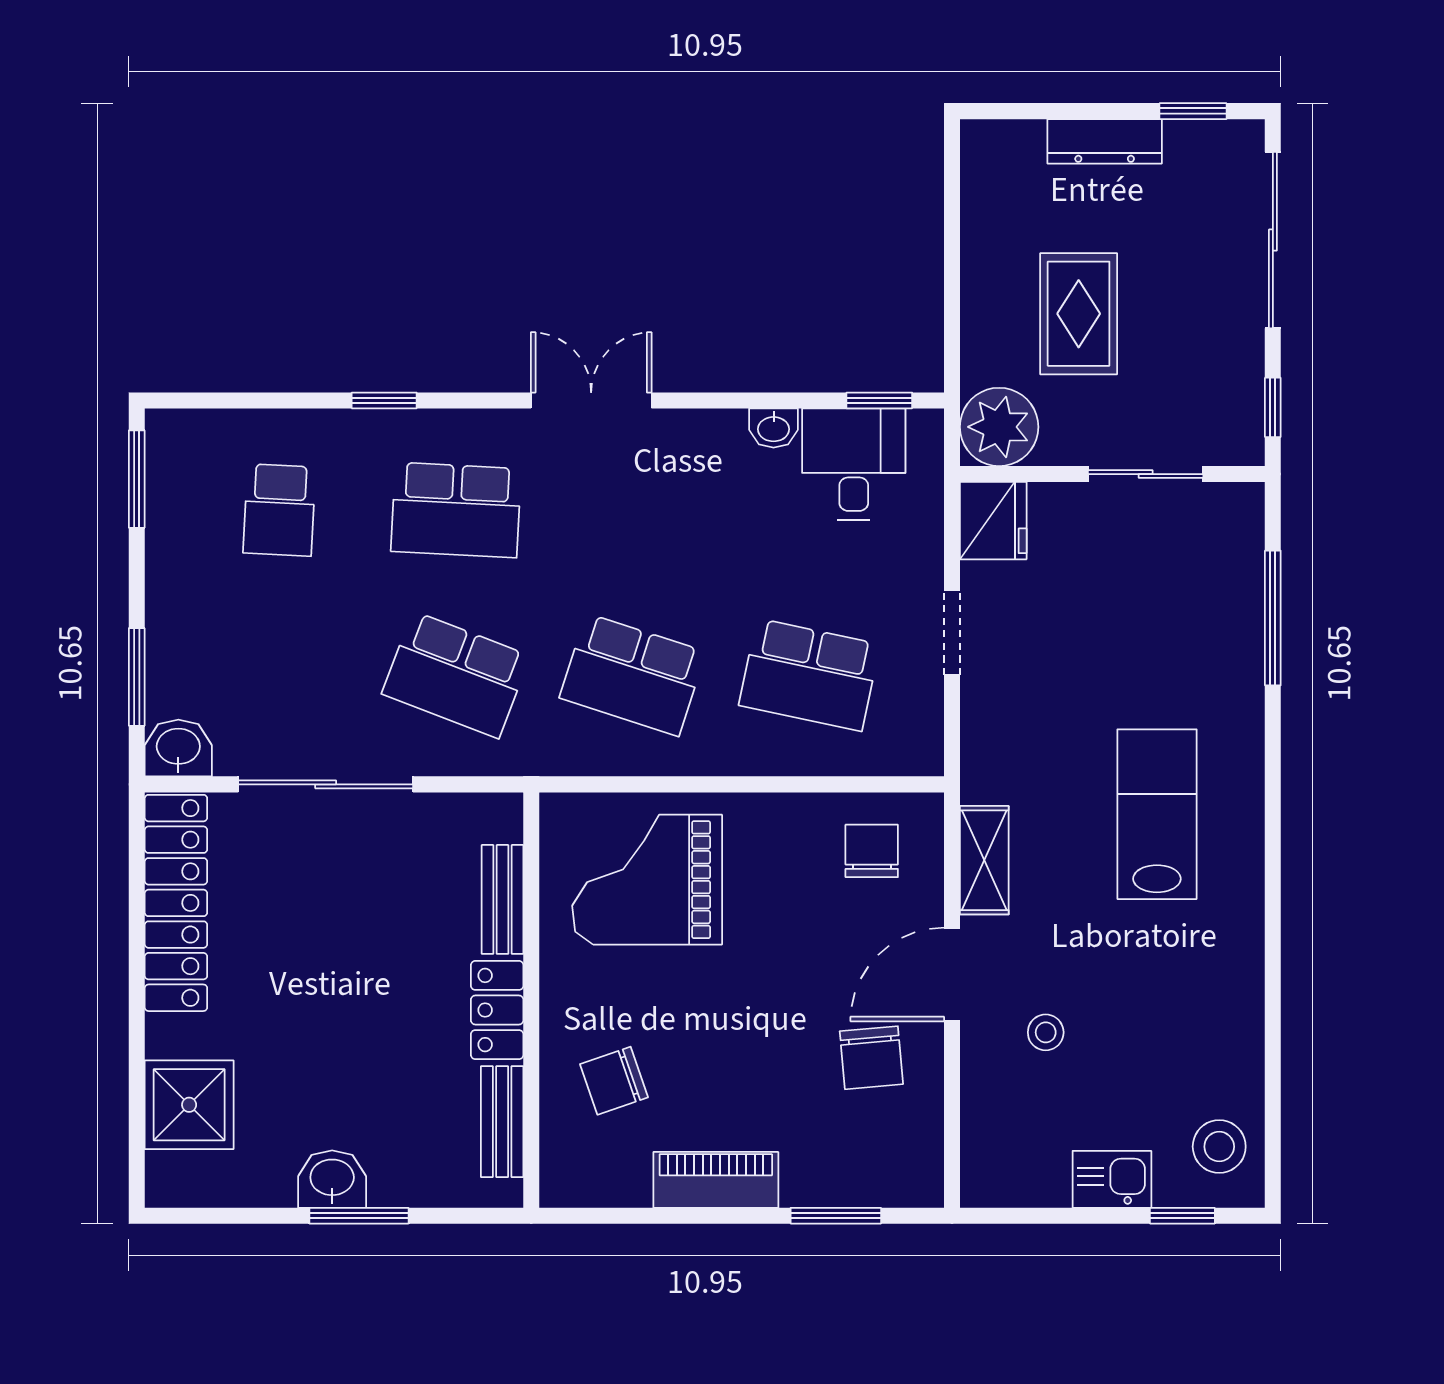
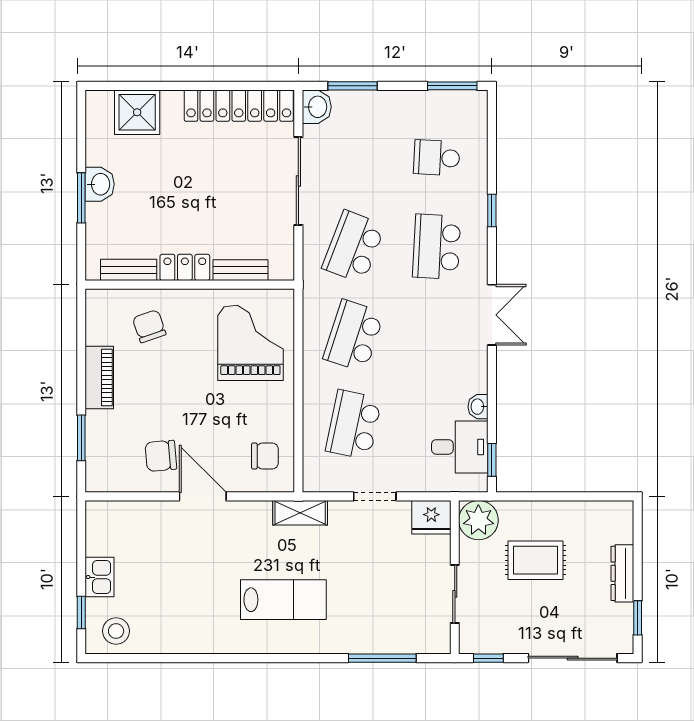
shelving: (984, 860) -> (300, 513), moved
stool: (1046, 1032) -> (174, 544), removed

